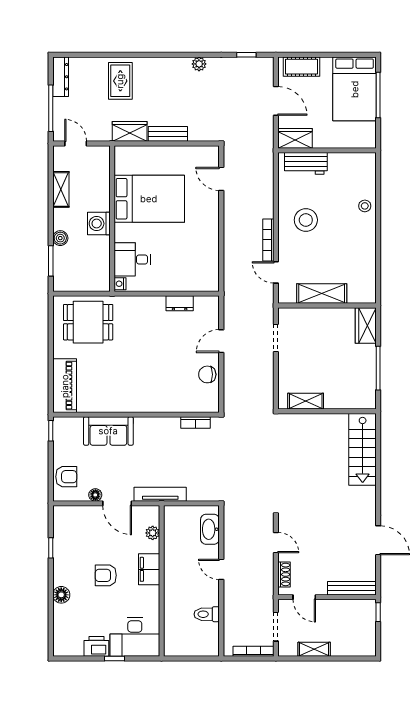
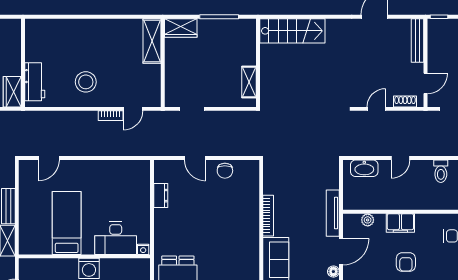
bed: (149, 199) -> (67, 223), width x0.67
stool: (365, 206) -> (73, 29), removed
bookcase: (268, 240) -> (111, 116), width x0.64
desk: (132, 259) -> (116, 238), width x1.37
shelving: (322, 293) -> (152, 41), moved
bookcase: (196, 423) -> (268, 216), moved, width x1.56

